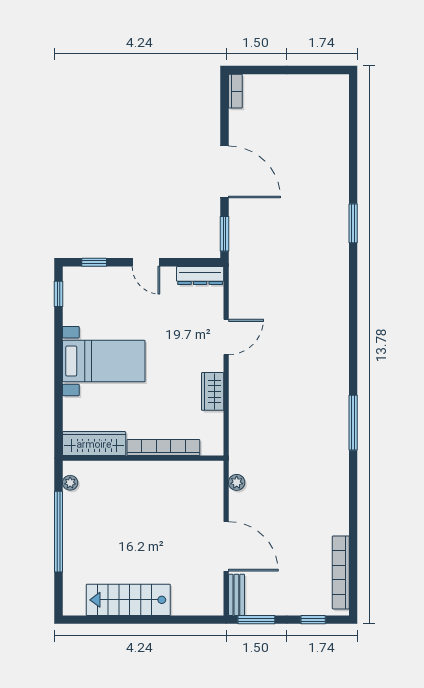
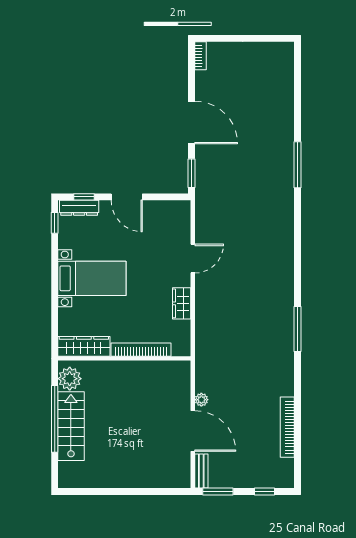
window: (353, 223) -> (298, 165), width x1.44
door: (146, 262) -> (127, 197), width x1.38
dresser: (200, 276) -> (79, 208), moved
plant: (237, 482) -> (201, 400), moved
plant: (70, 483) -> (70, 379), width x1.87, depth x1.87
bookcase: (341, 572) -> (287, 427), moved
stairs: (128, 600) -> (71, 426), moved, turned 90

